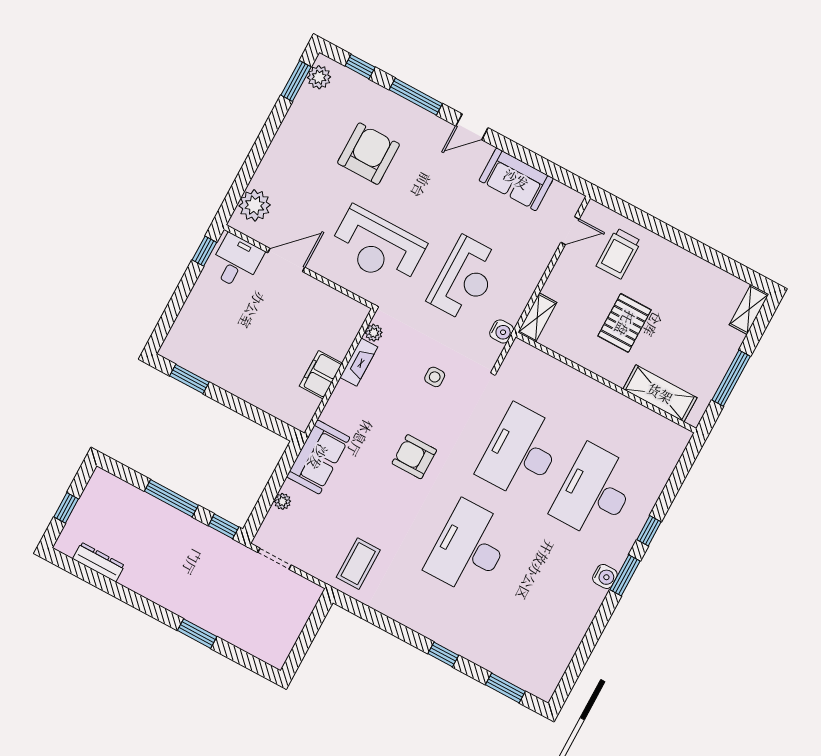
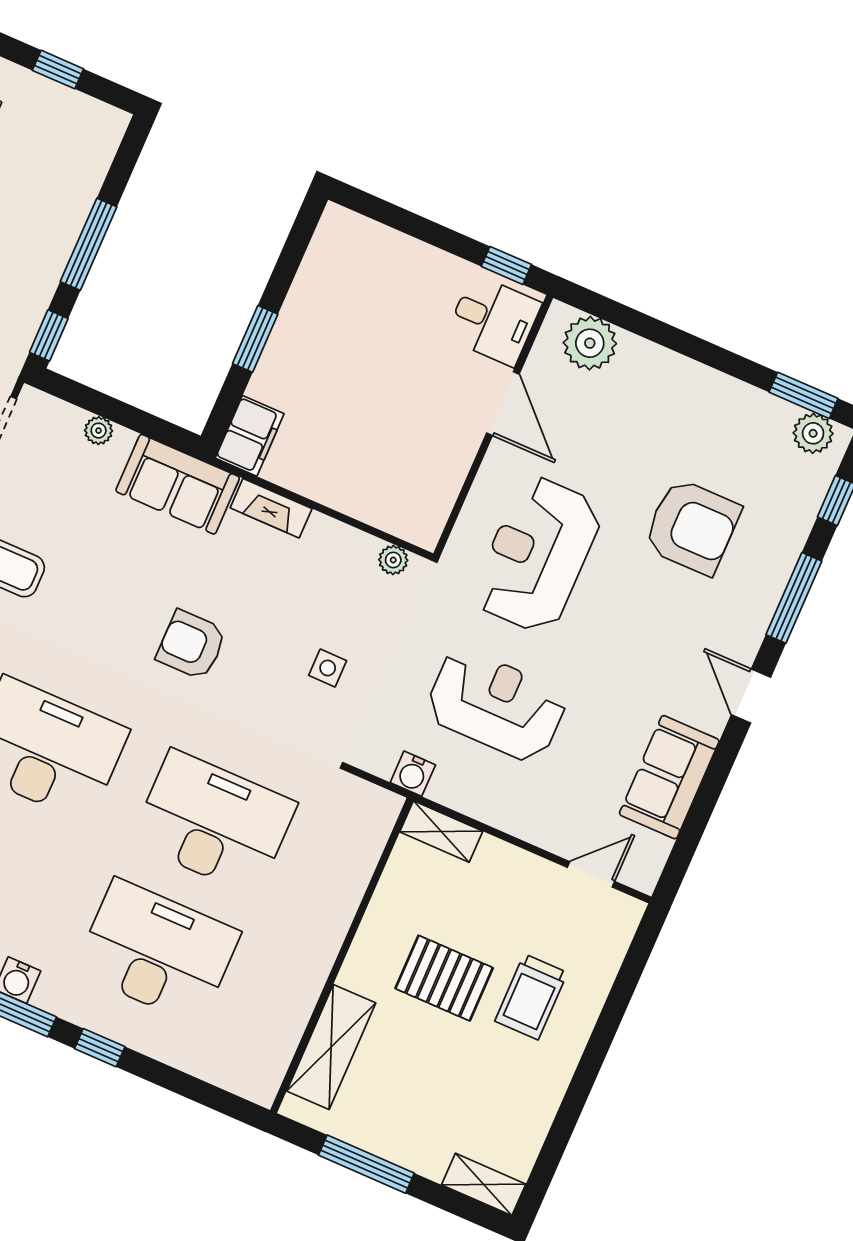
door: (570, 231) -> (591, 874), swing flipped
trolley: (619, 253) -> (531, 997), moved, turned -90
reception desk: (465, 279) -> (496, 705), turned 180
fireplace: (359, 362) -> (271, 508), moved
filing cabinet: (321, 375) -> (250, 436), moved, turned 90
window: (189, 379) -> (255, 339), moved
armchair: (414, 457) -> (191, 645), turned -90

